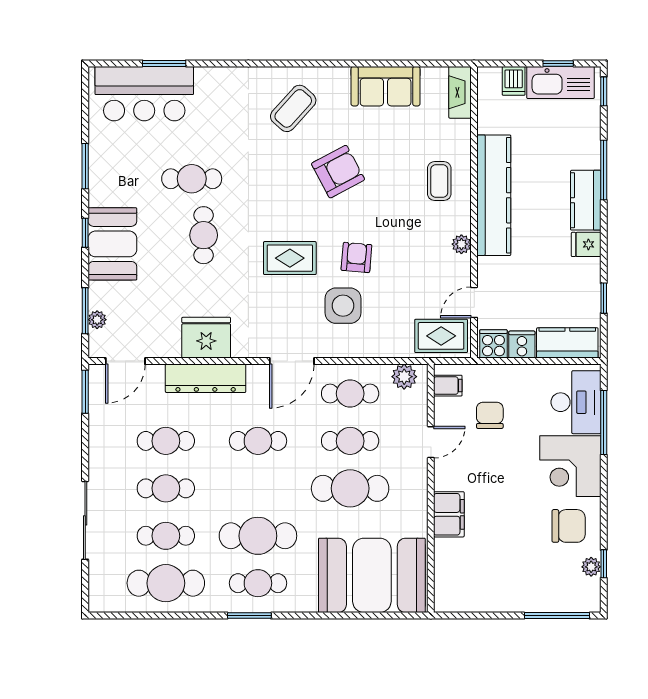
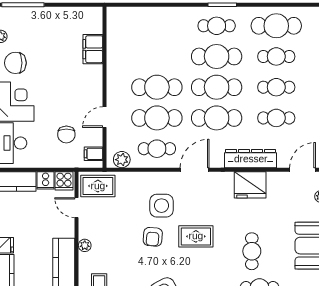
door: (474, 302) -> (77, 208), swing flipped
cafe table: (258, 441) -> (217, 118), width x1.37, depth x1.35
cafe table: (350, 441) -> (157, 118), width x1.37, depth x1.35
cafe table: (258, 488) -> (217, 87), added
filing cabinet: (449, 514) -> (93, 49), moved
booth: (372, 575) -> (143, 31), removed

